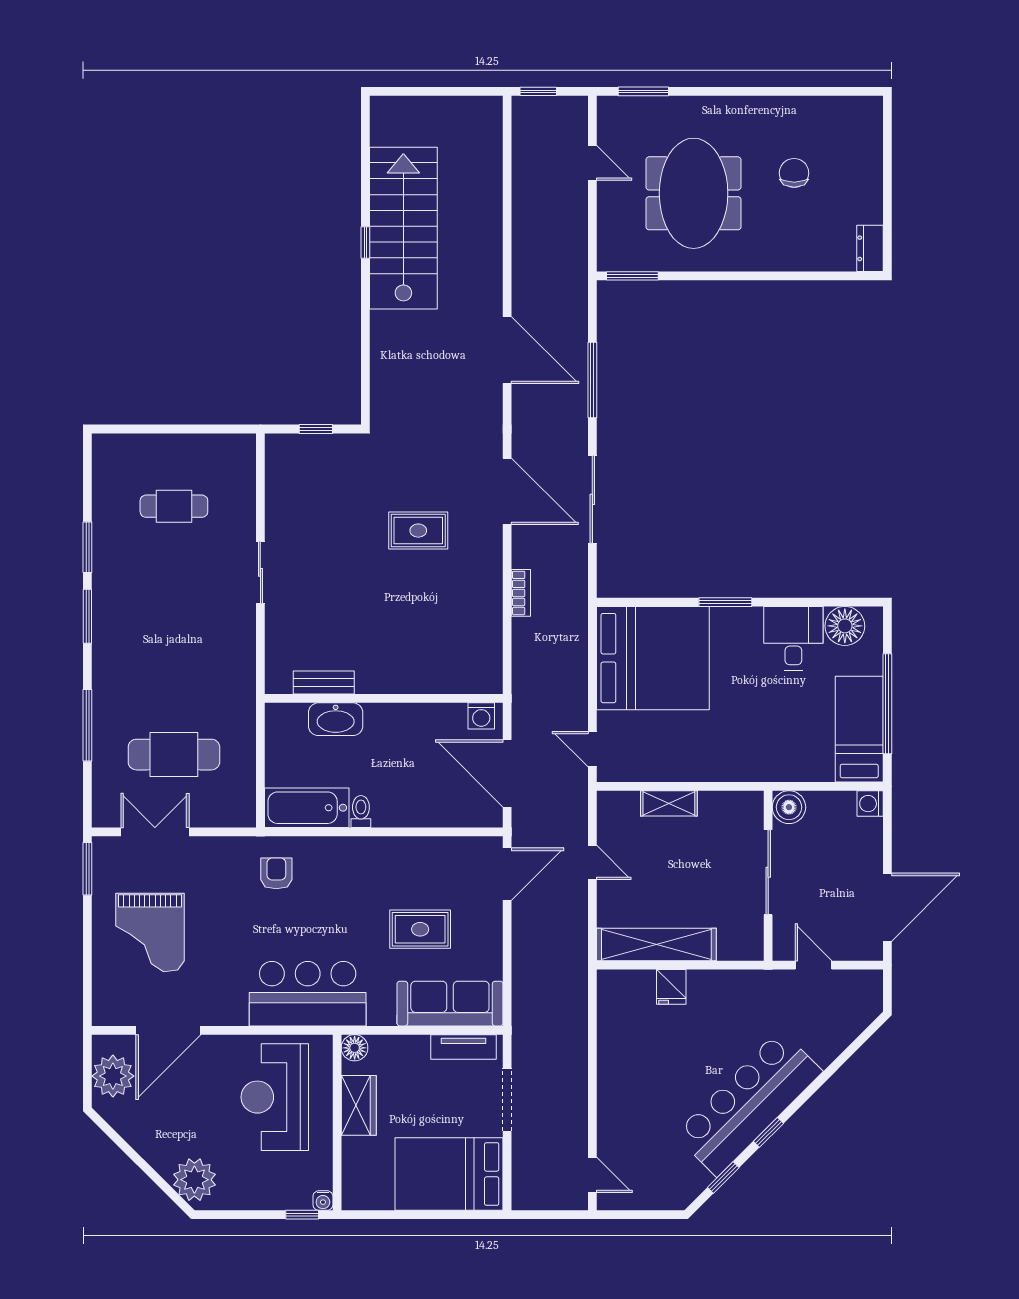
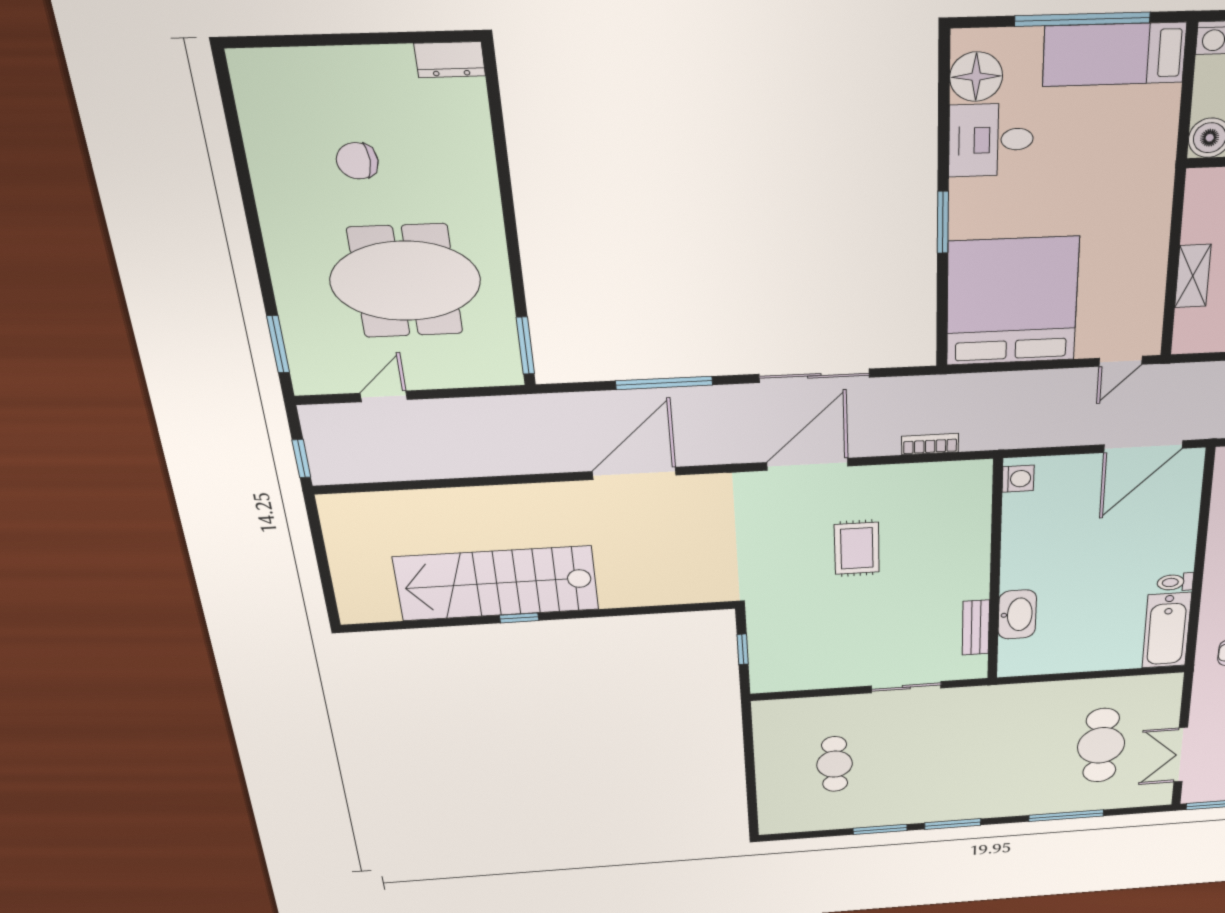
bench: (324, 683) -> (976, 628), moved
wall: (384, 698) -> (995, 572), moved
washing machine: (481, 716) -> (1018, 479), moved
washbasin: (336, 719) -> (1017, 614), moved

